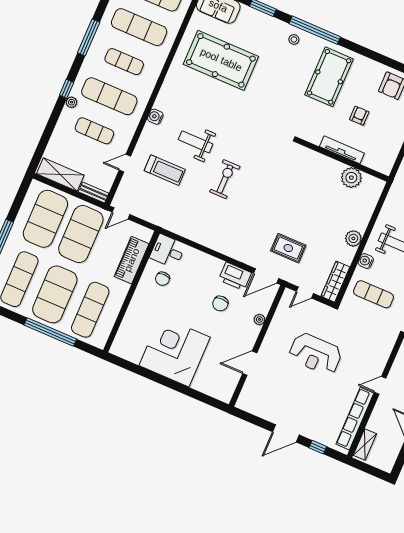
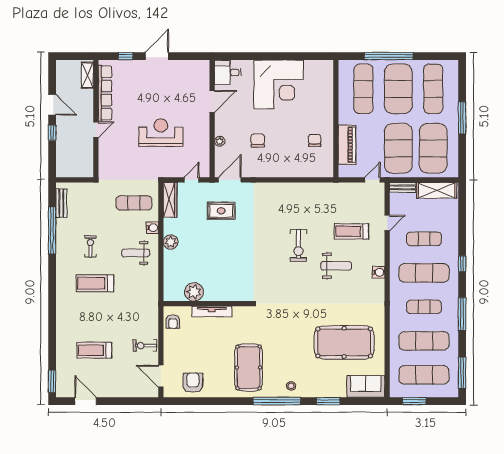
plant: (71, 102) -> (453, 254), removed
armchair: (359, 116) -> (173, 322), moved
desk: (168, 251) -> (228, 72), moved, turned 180
printer: (235, 276) -> (255, 168), removed

